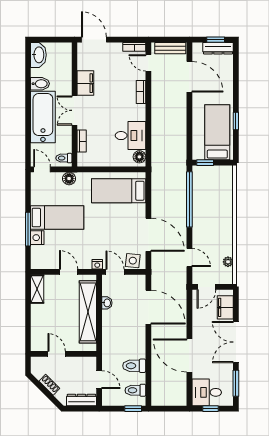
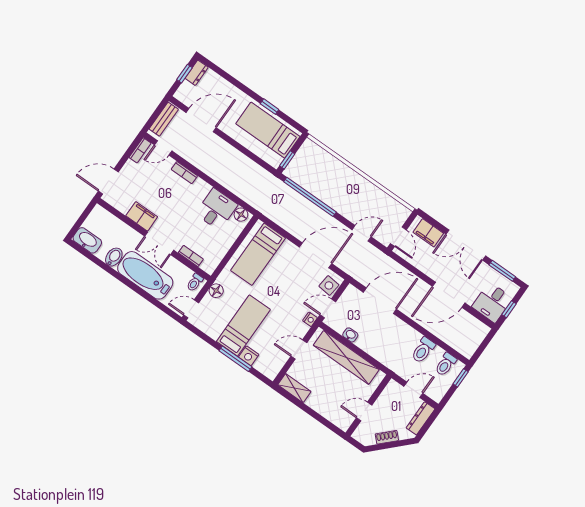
dresser: (218, 48) -> (197, 73), width x0.70
plant: (228, 262) -> (390, 202), removed

